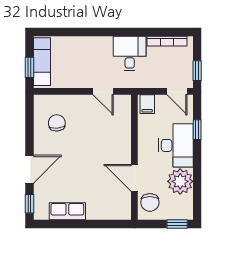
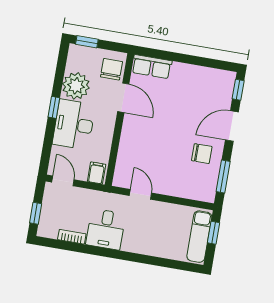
bookcase: (167, 41) -> (72, 237), width x0.64
window: (197, 71) -> (36, 213), moved
window: (29, 121) -> (223, 177), added
chair: (57, 123) -> (202, 154), moved, turned -85
window: (197, 130) -> (54, 107), moved
row of seats: (67, 211) -> (152, 67), moved

